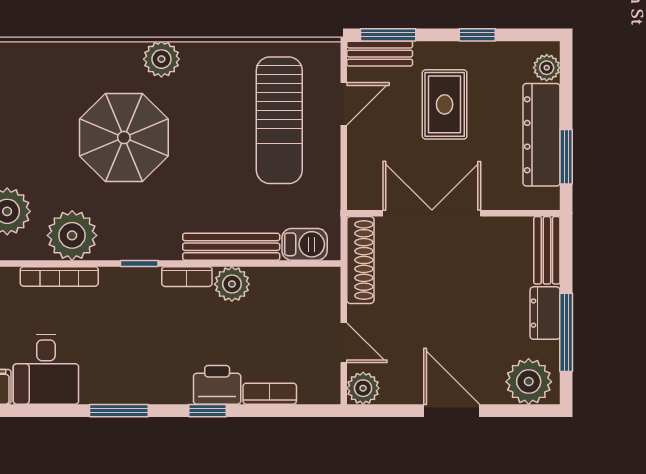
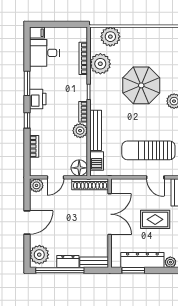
floor lamp: (321, 286) -> (79, 168), added
window: (566, 332) -> (60, 270), width x1.46
printer: (217, 385) -> (38, 99), moved

